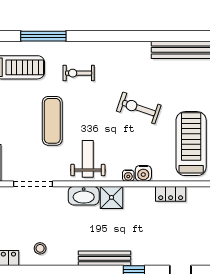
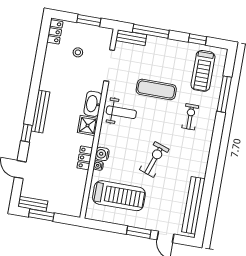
water cooler: (128, 176) -> (98, 165), moved
locker: (171, 194) -> (85, 158), moved
stool: (40, 248) -> (78, 52), moved

